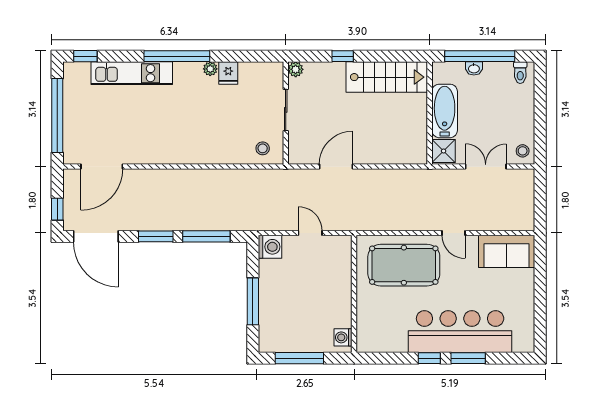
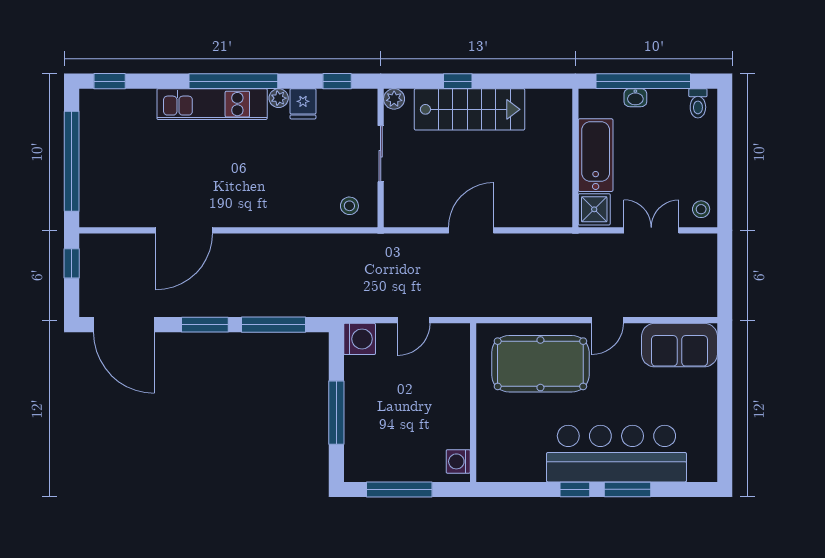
window: (254, 56) -> (337, 81), added
kitchen unit: (132, 73) -> (212, 104), moved
stairs: (387, 77) -> (470, 109), moved
door: (102, 167) -> (184, 230), moved
door: (336, 167) -> (471, 230), moved
window: (57, 209) -> (72, 263), moved
door: (310, 233) -> (414, 320), swing flipped
door: (453, 233) -> (608, 320), hinge flipped

